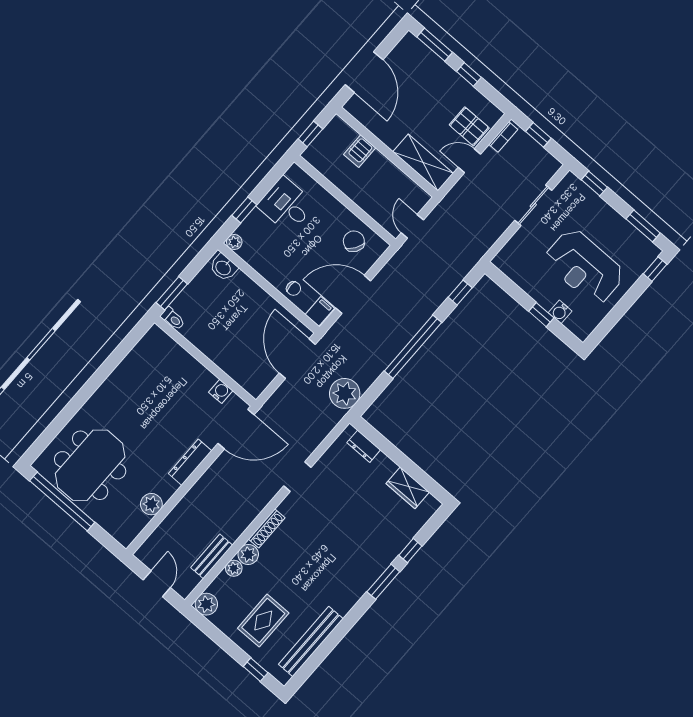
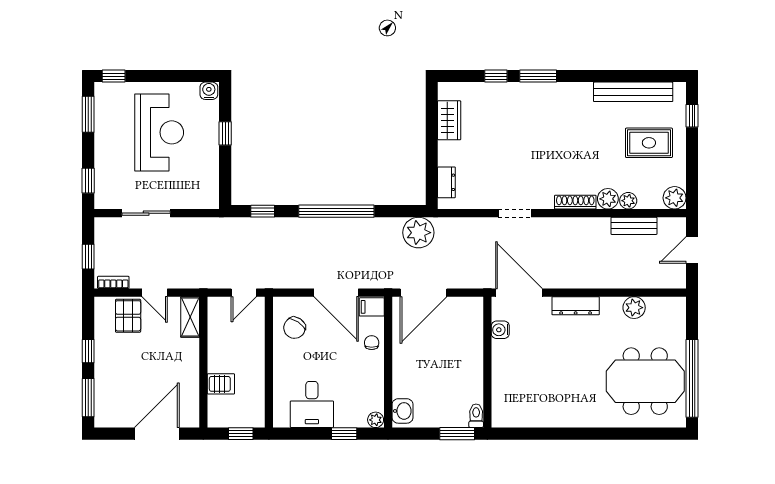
shelving: (423, 163) -> (190, 317), width x0.67, depth x0.75
water cooler: (560, 312) -> (209, 91), moved, turned -90

